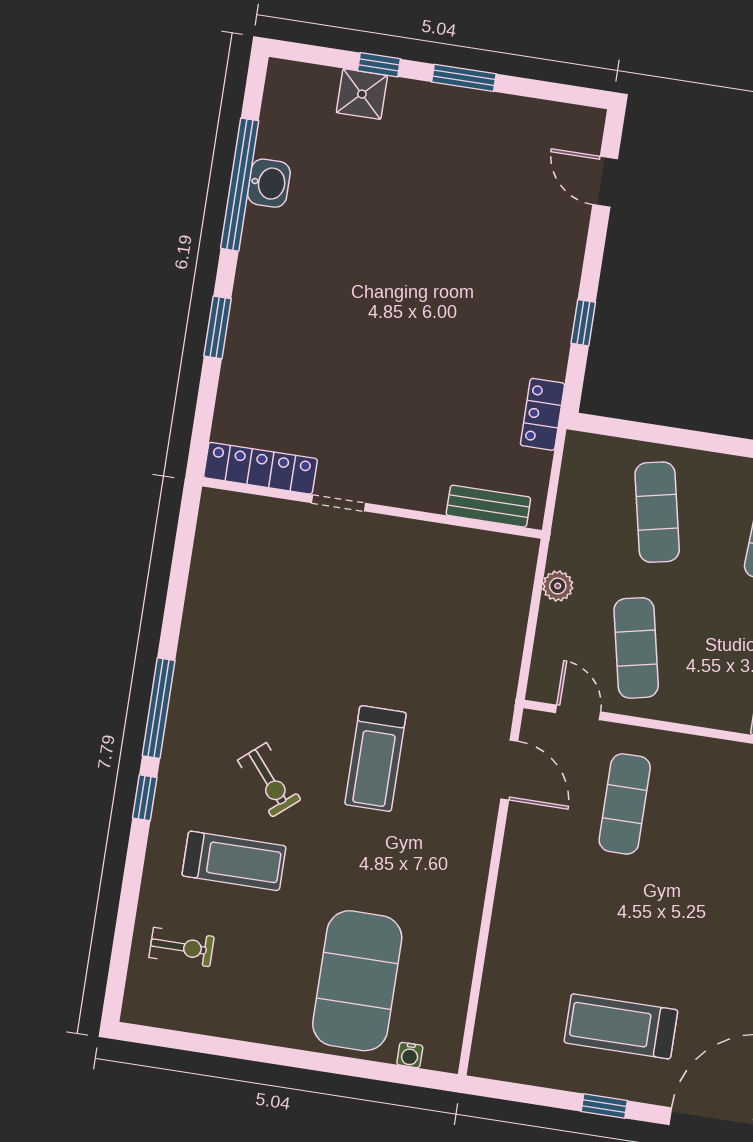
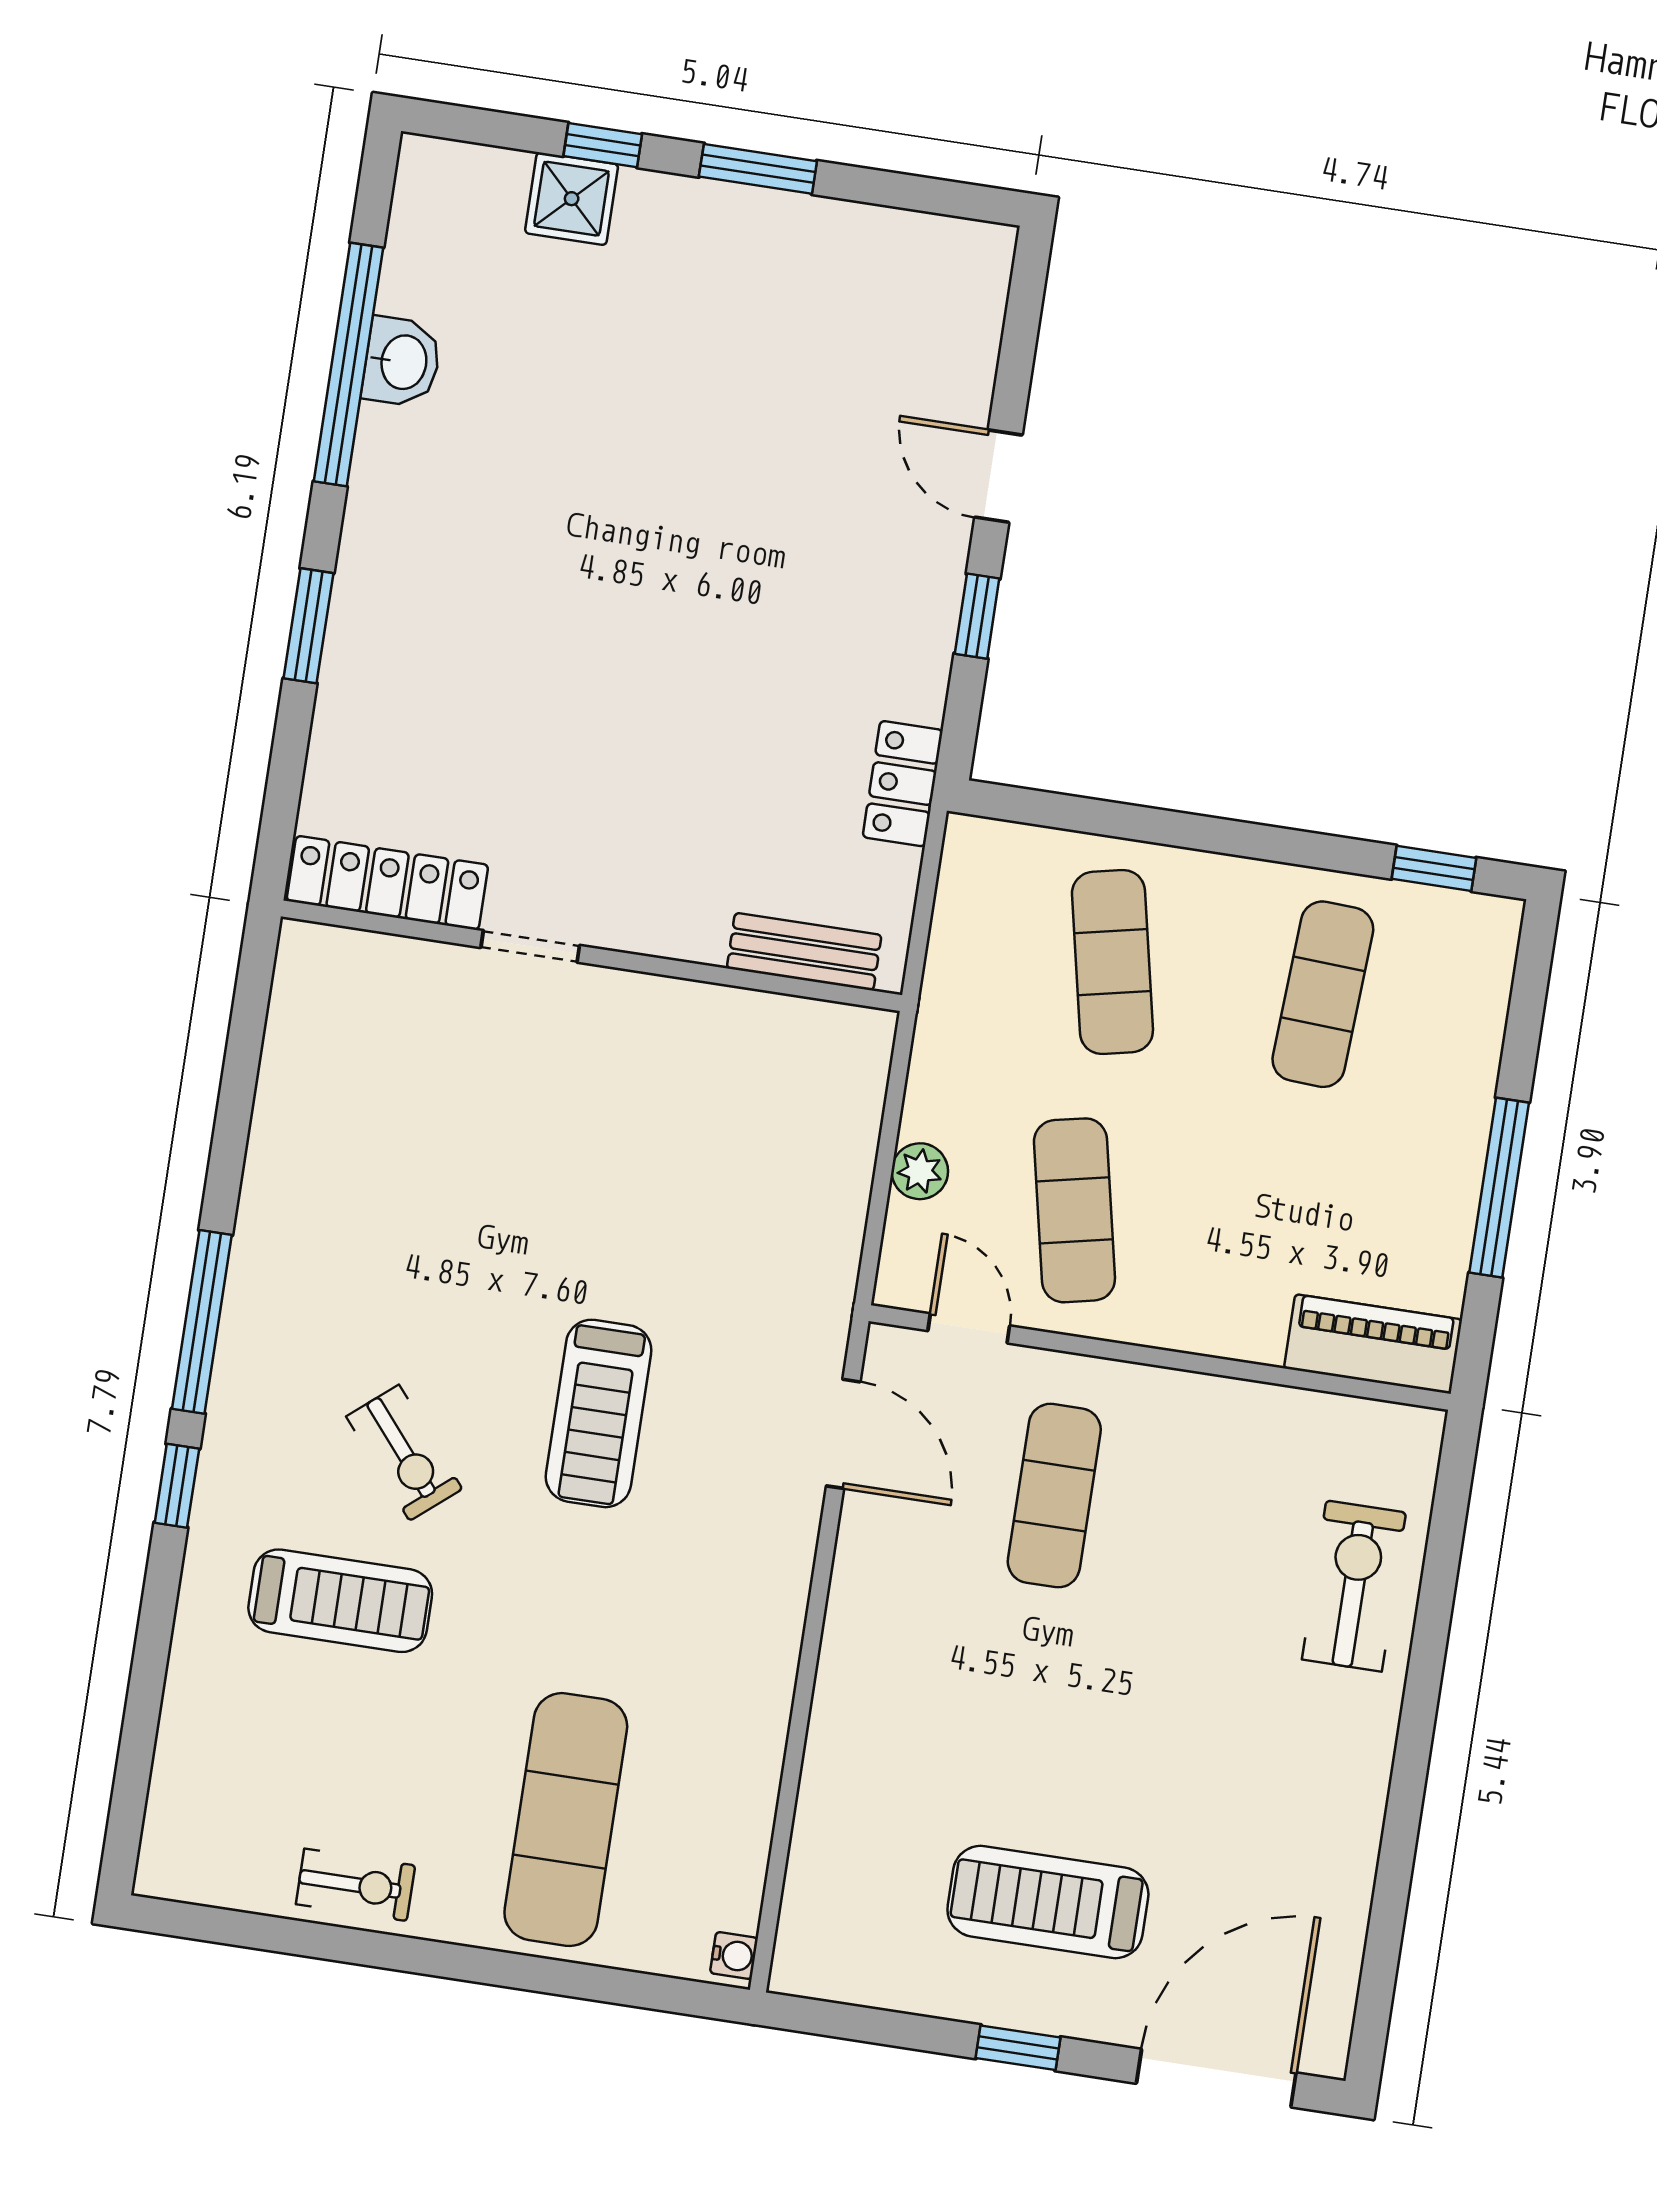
door: (605, 182) -> (998, 476), moved
plant: (558, 586) -> (920, 1171), moved
exercise bike: (182, 947) -> (355, 1885), moved
exercise mat: (357, 981) -> (566, 1820), width x0.68
water cooler: (410, 1055) -> (734, 1956), moved, turned -90

